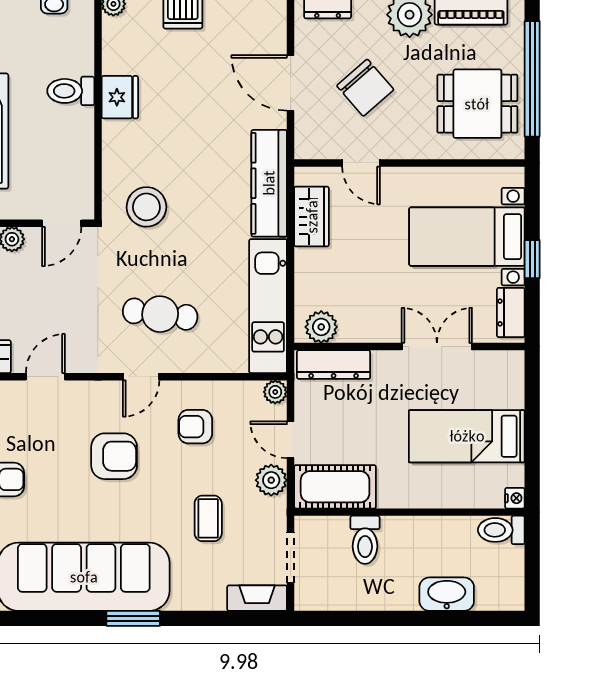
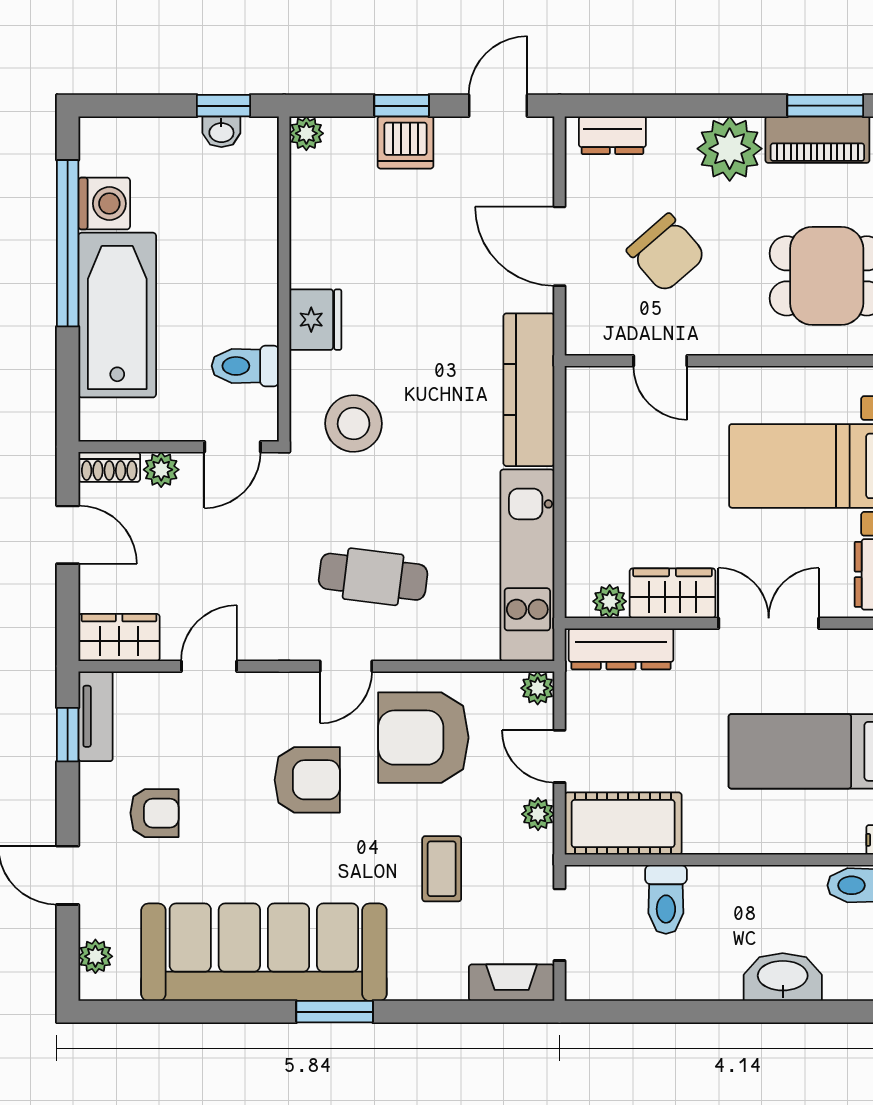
toilet: (71, 91) -> (245, 366), moved
fridge: (120, 97) -> (315, 320), moved
wardrobe: (312, 217) -> (672, 593), moved, turned -90
plant: (321, 327) -> (610, 601), width x0.73, depth x0.73
armchair: (195, 427) -> (423, 738), width x1.88, depth x1.88
plant: (271, 480) -> (538, 814), width x0.73, depth x0.73

